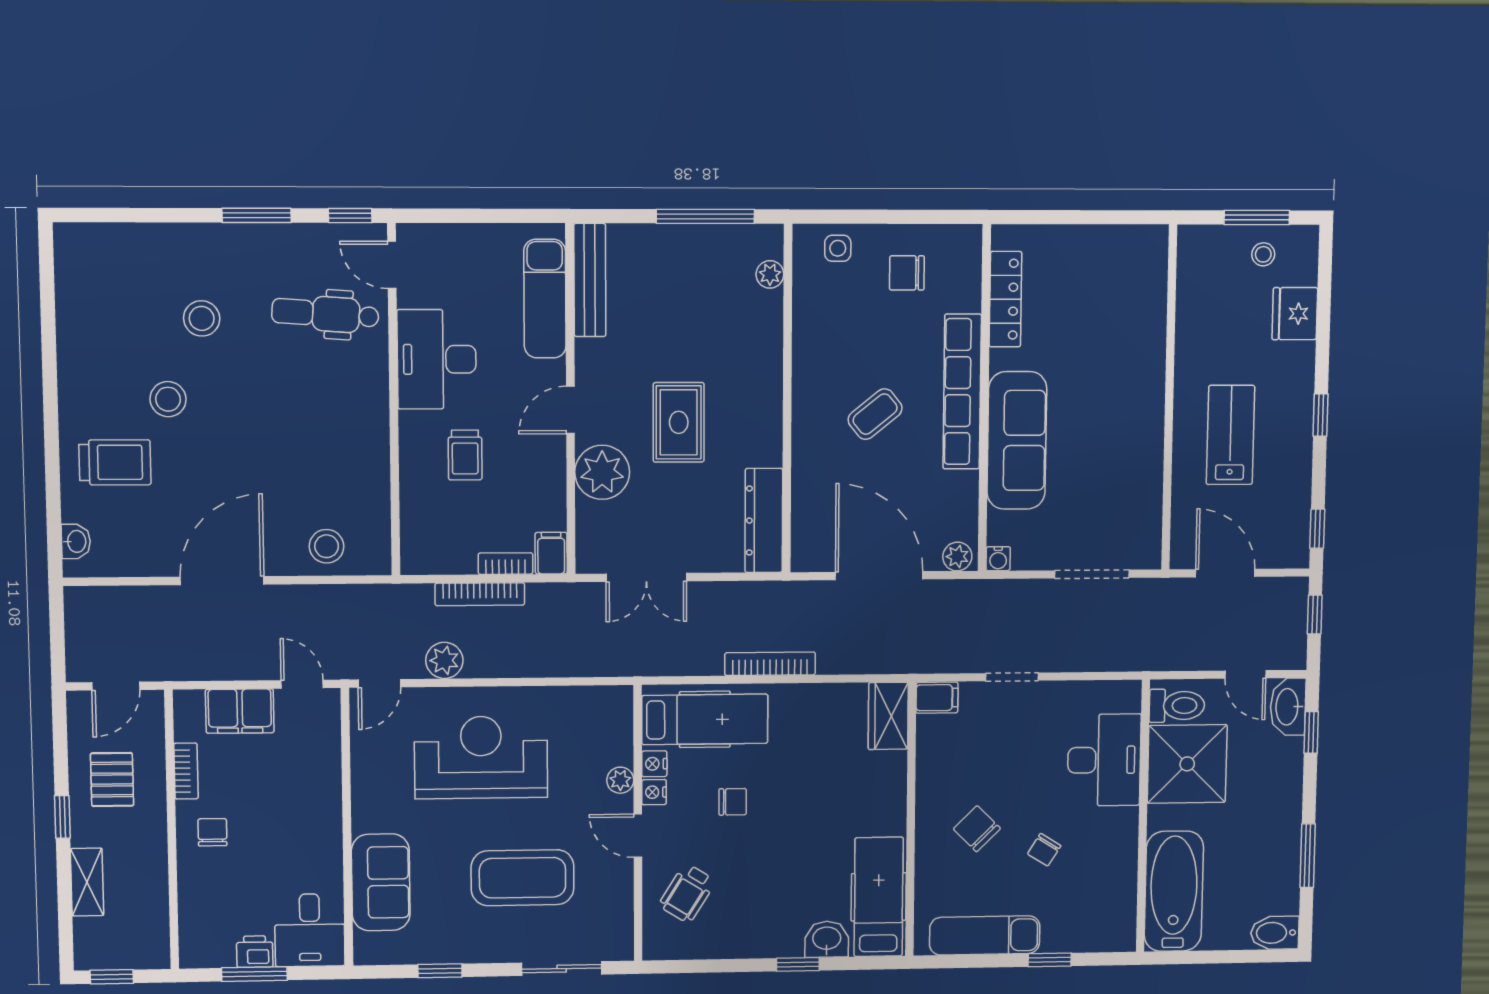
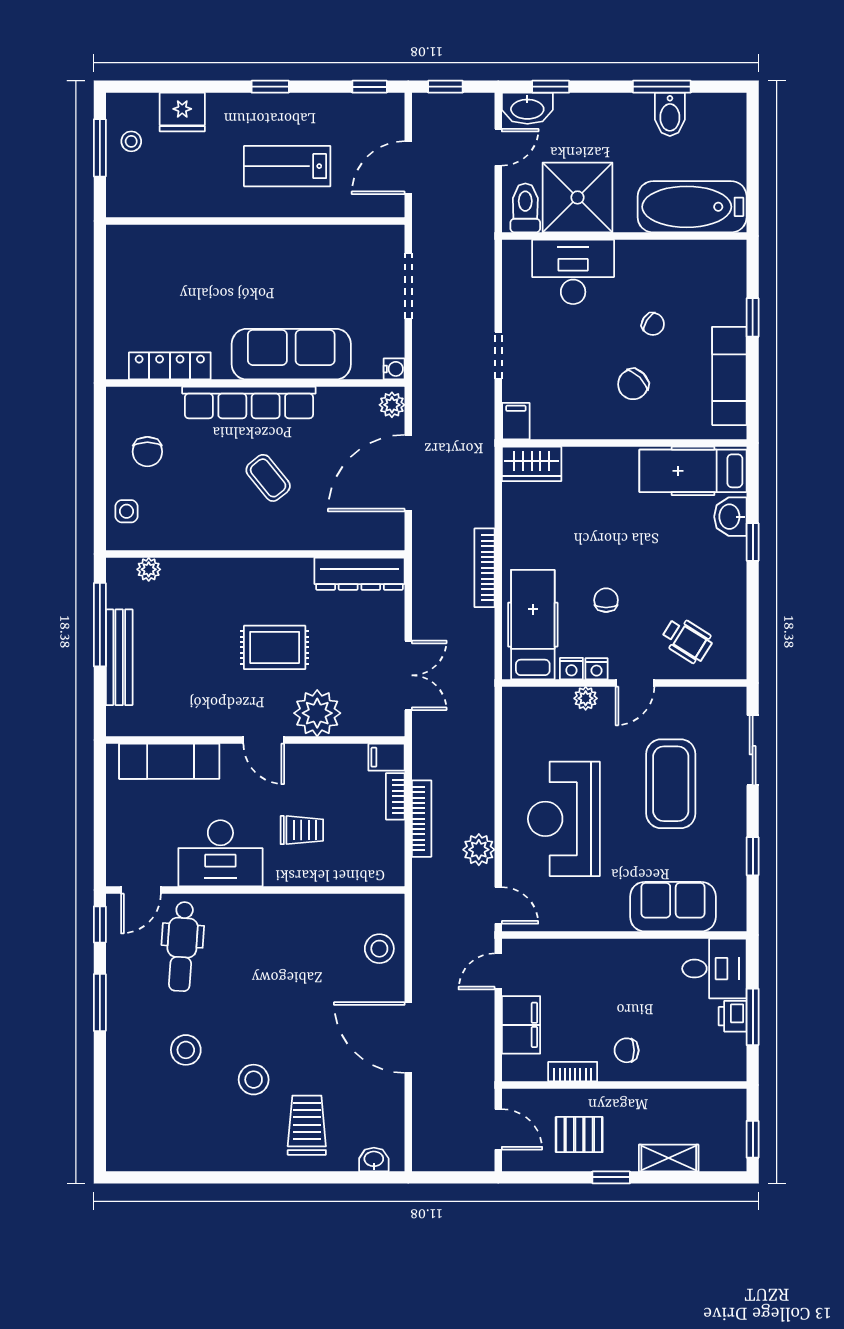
bench: (590, 280) -> (119, 657), moved, turned 90
bidet: (1275, 933) -> (670, 114), moved

